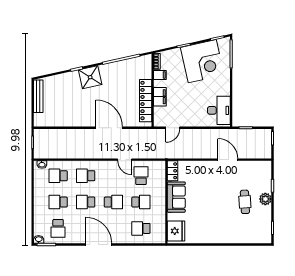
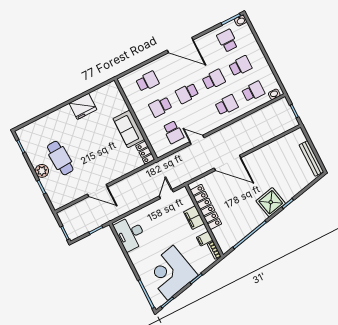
cafe table: (245, 202) -> (60, 158), width x1.37, depth x1.35
fridge: (176, 231) -> (83, 106), moved, turned -90

